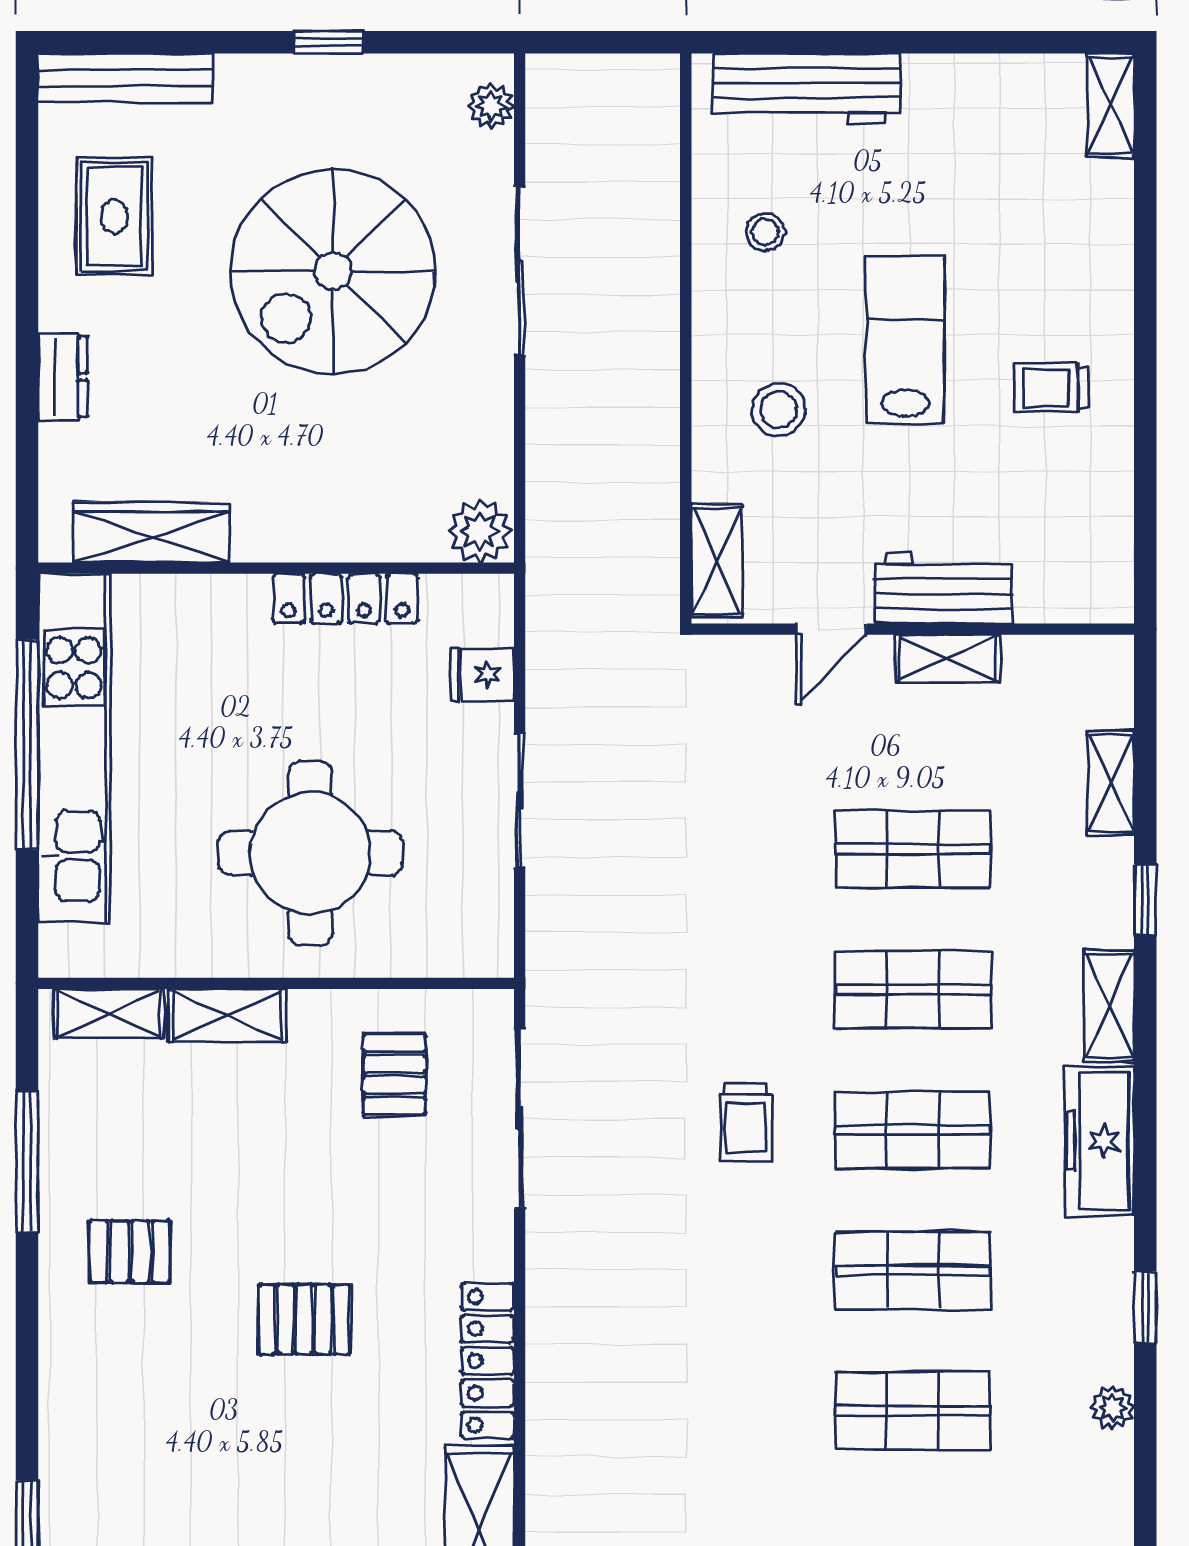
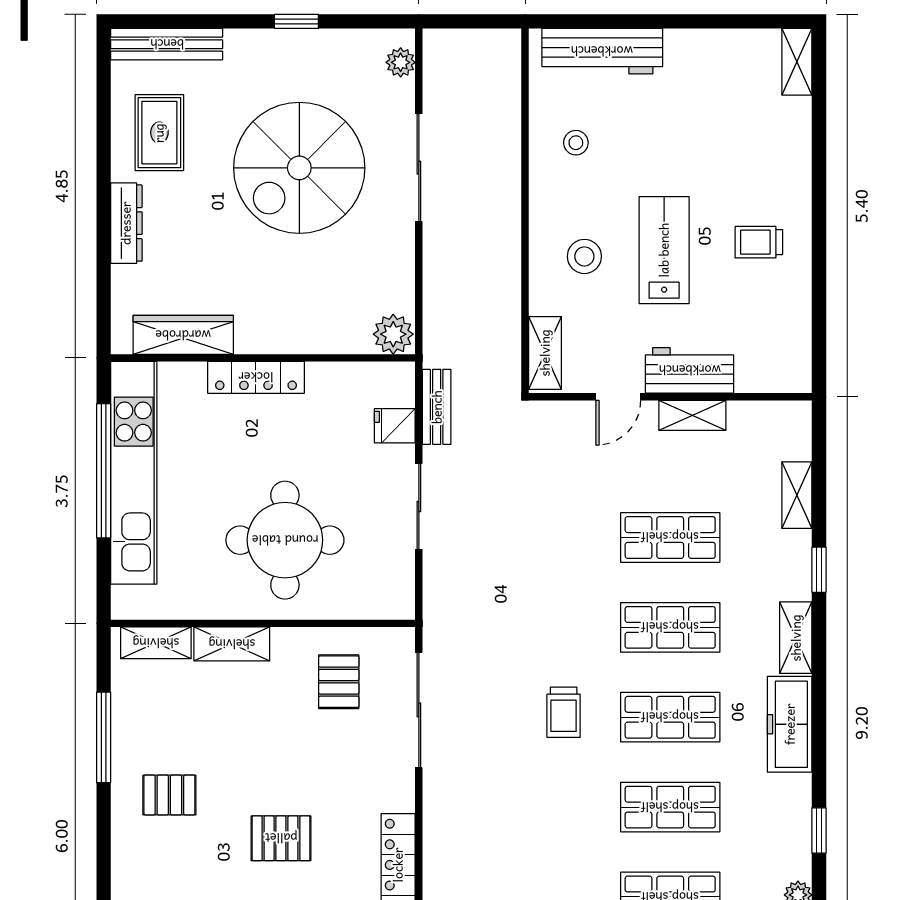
lab bench: (905, 340) -> (664, 250), moved
dresser: (63, 377) -> (126, 223), width x1.44
locker: (345, 599) -> (256, 377), moved
bench: (548, 645) -> (437, 407), added

